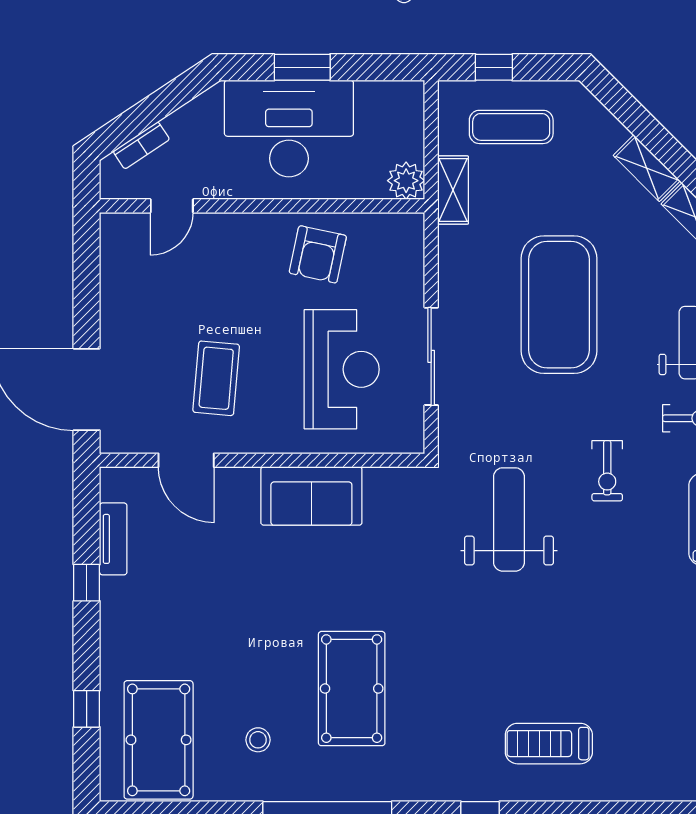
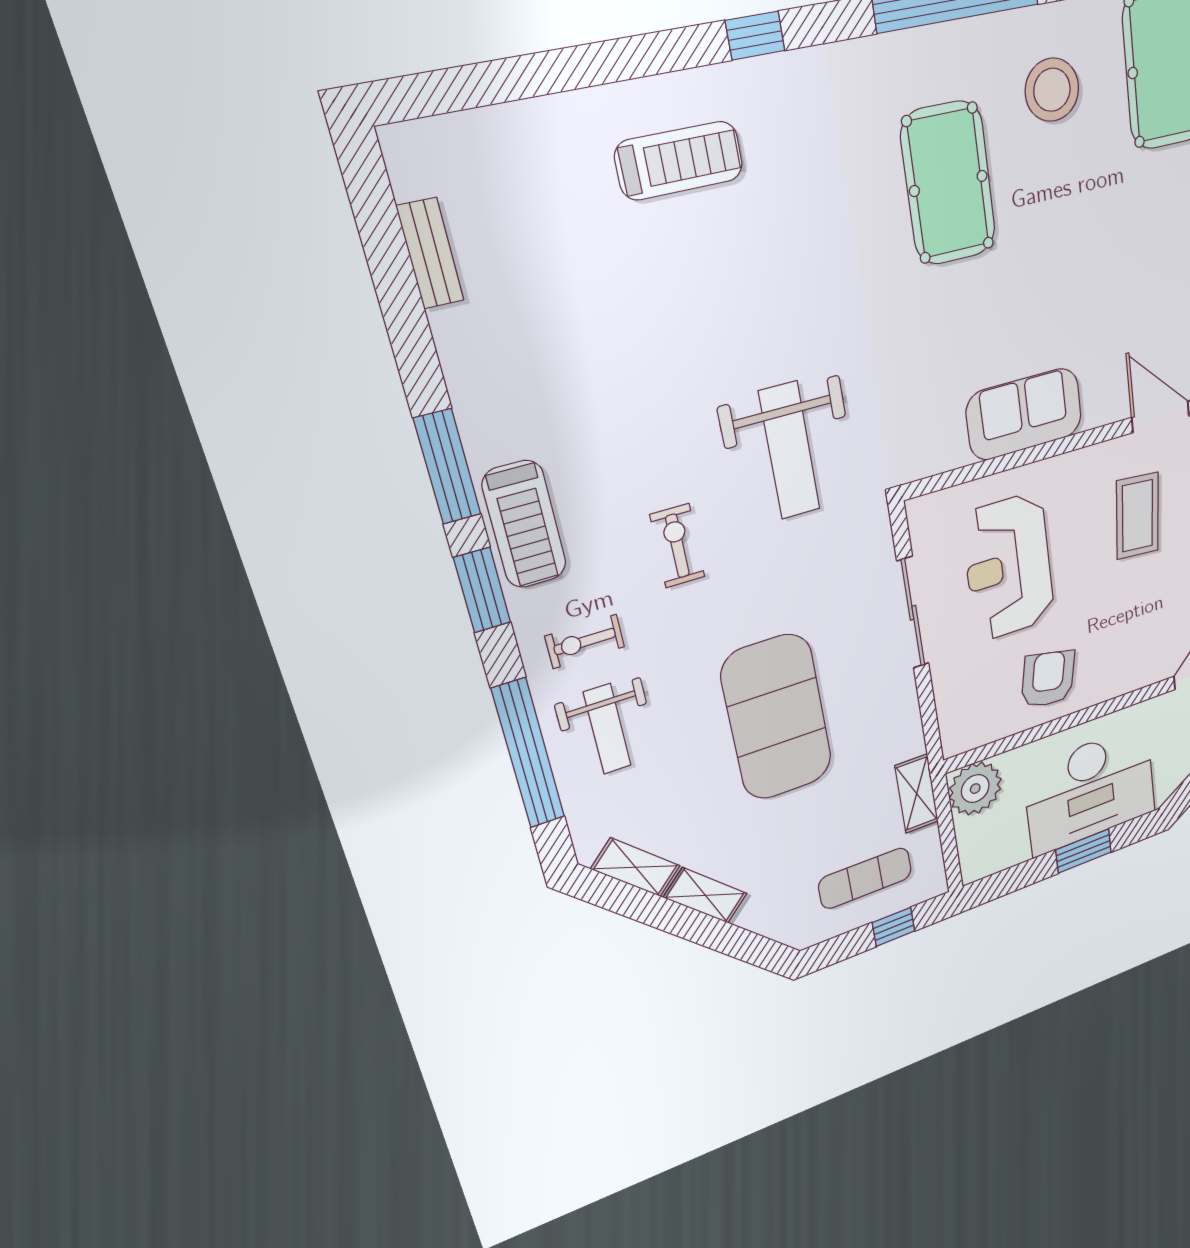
plant: (406, 181) -> (975, 789), width x1.36, depth x1.36
stool: (258, 740) -> (1052, 90), width x1.89, depth x1.89

